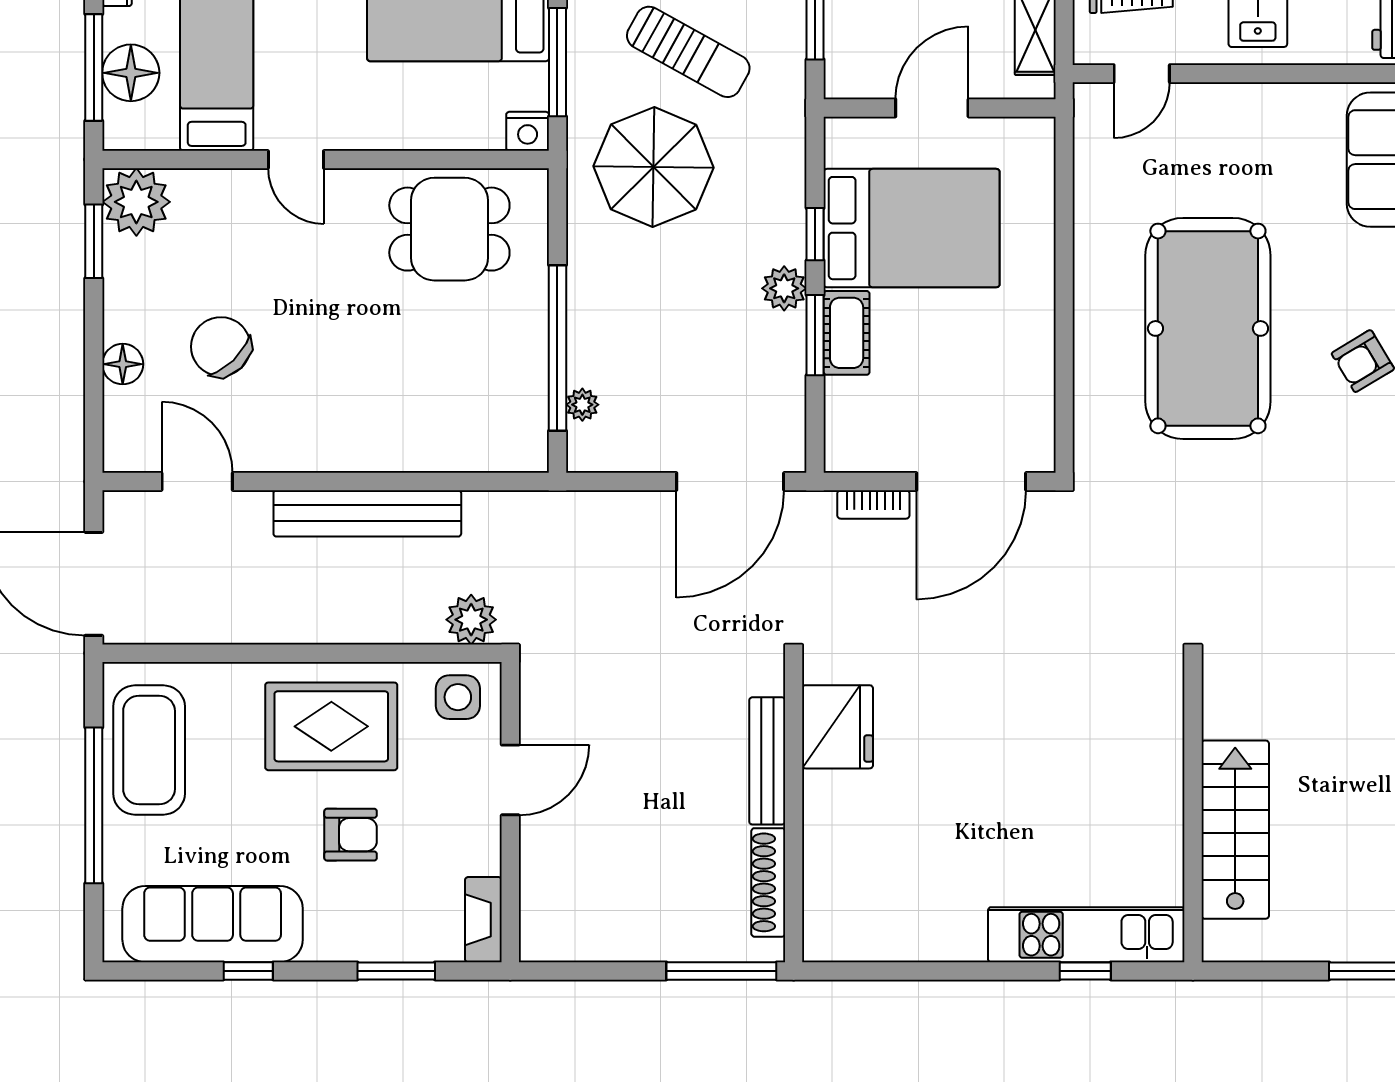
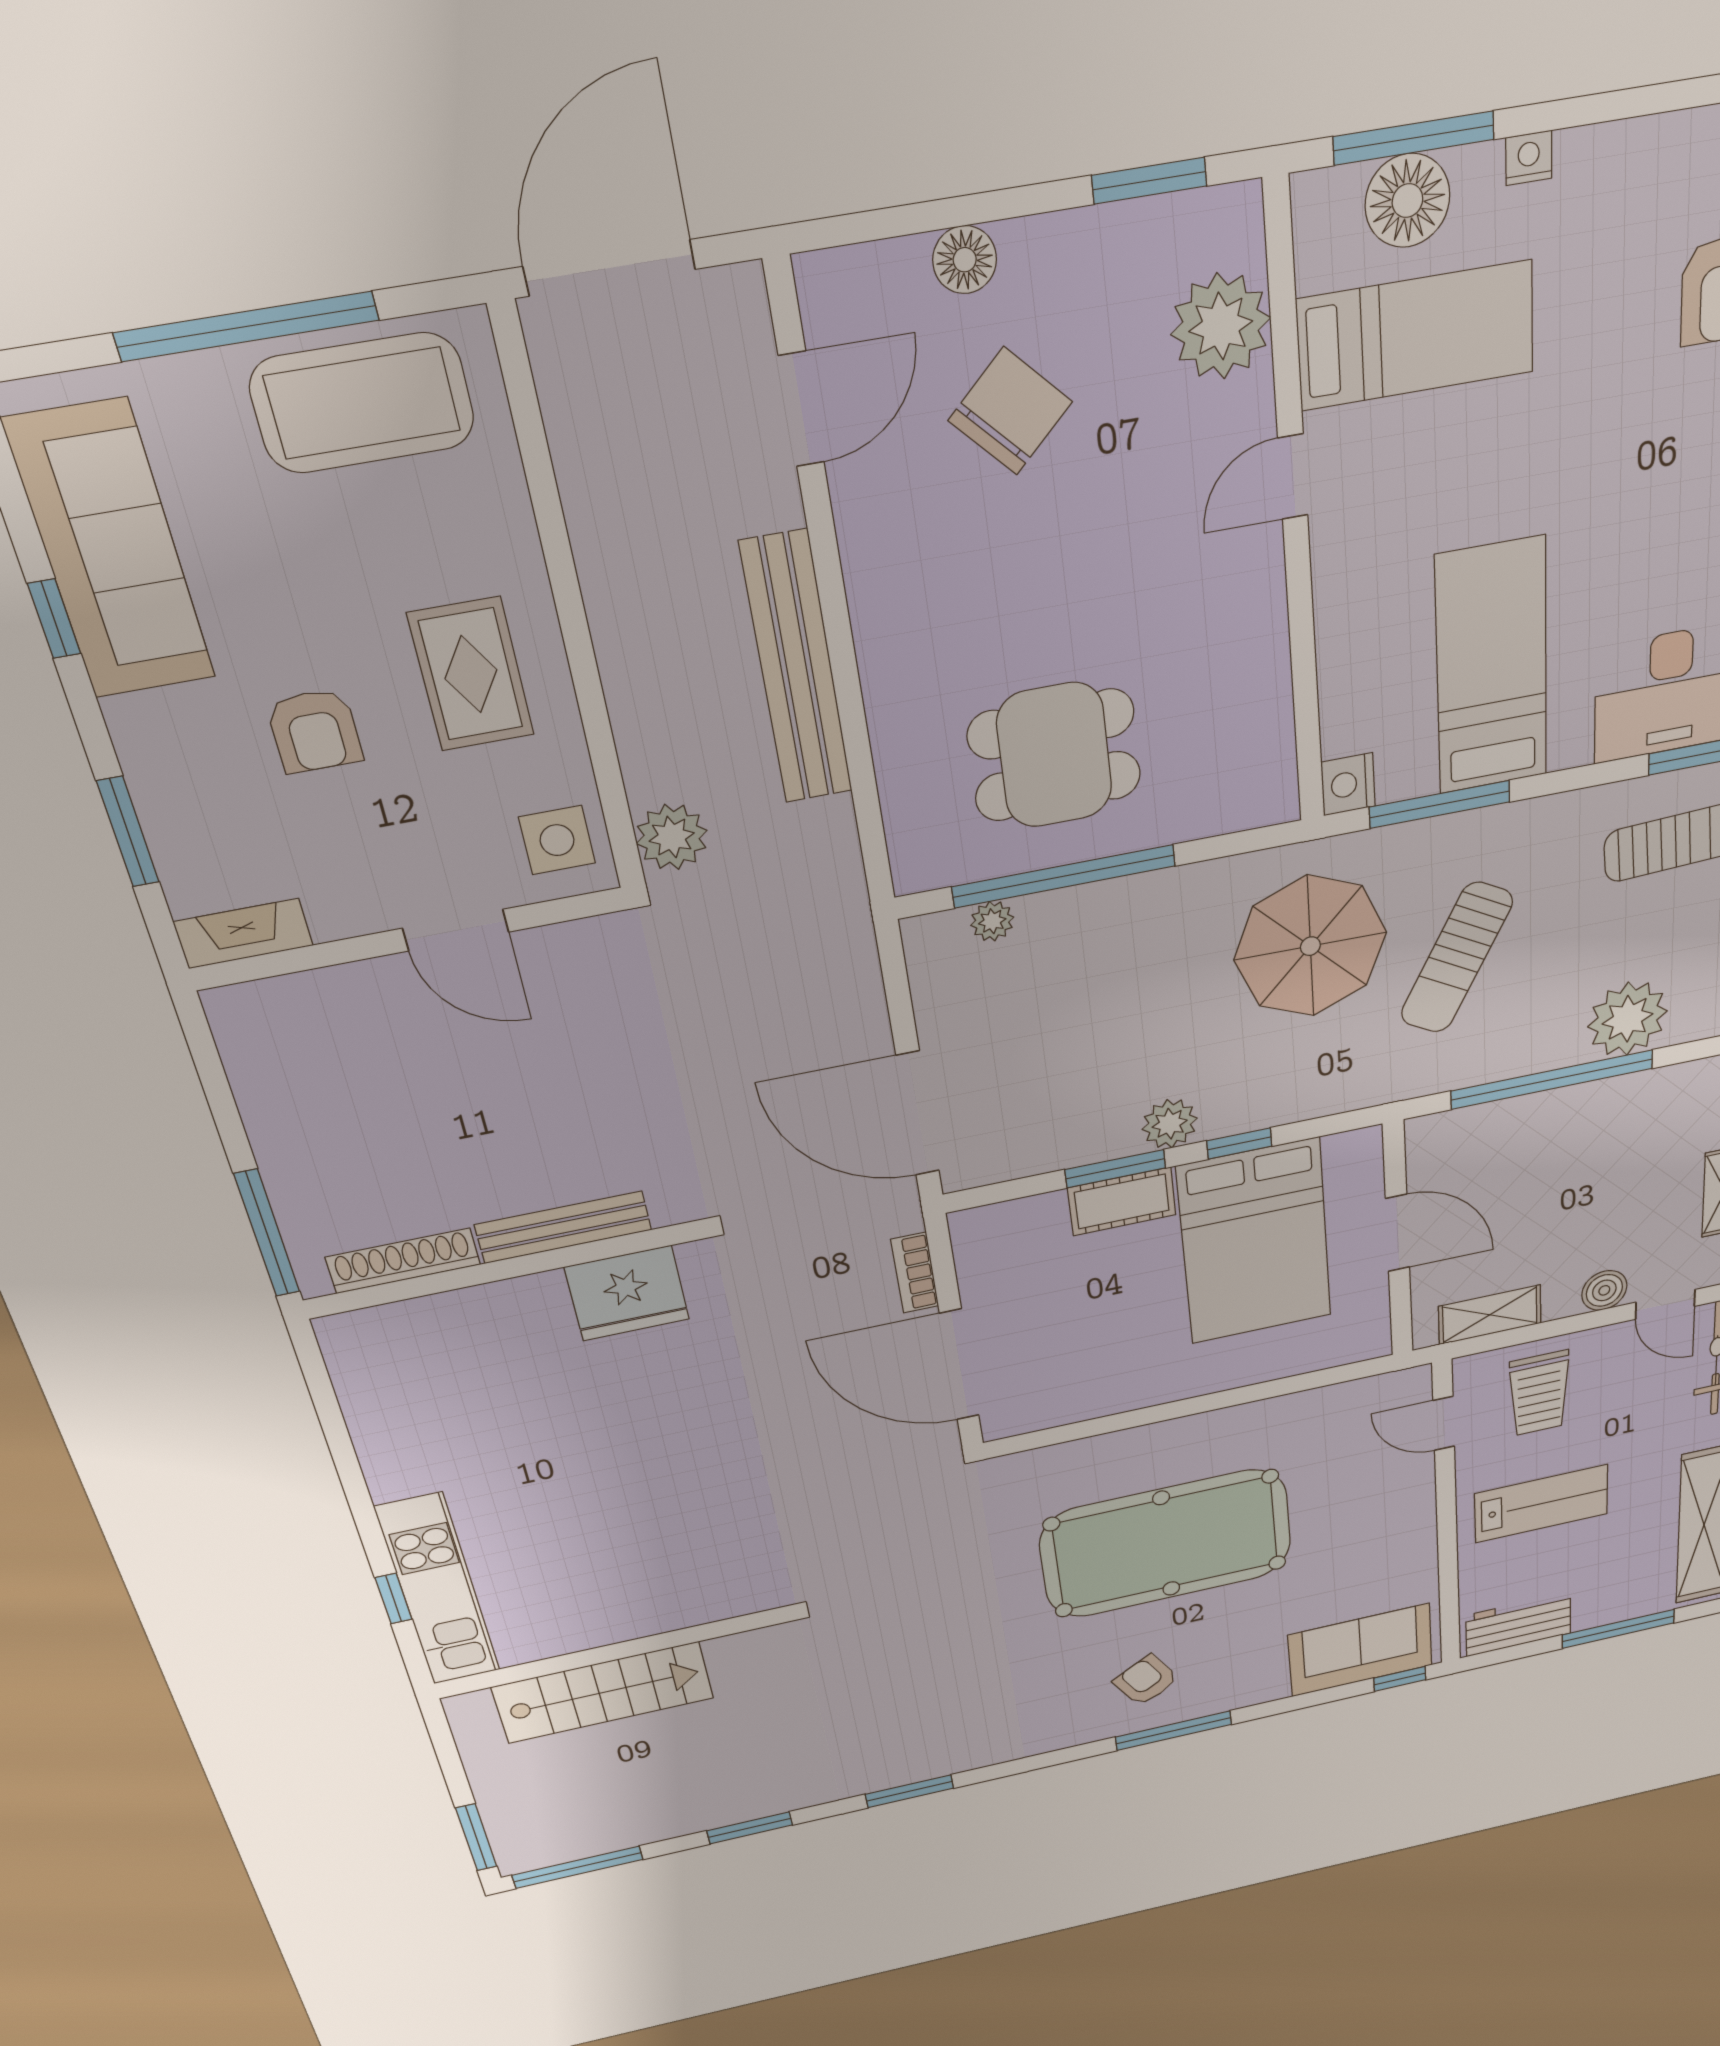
plant: (136, 202) -> (1221, 326), moved
dining table: (449, 229) -> (1054, 755), moved, turned 90
rug: (331, 726) -> (471, 674), width x0.73, depth x0.70

